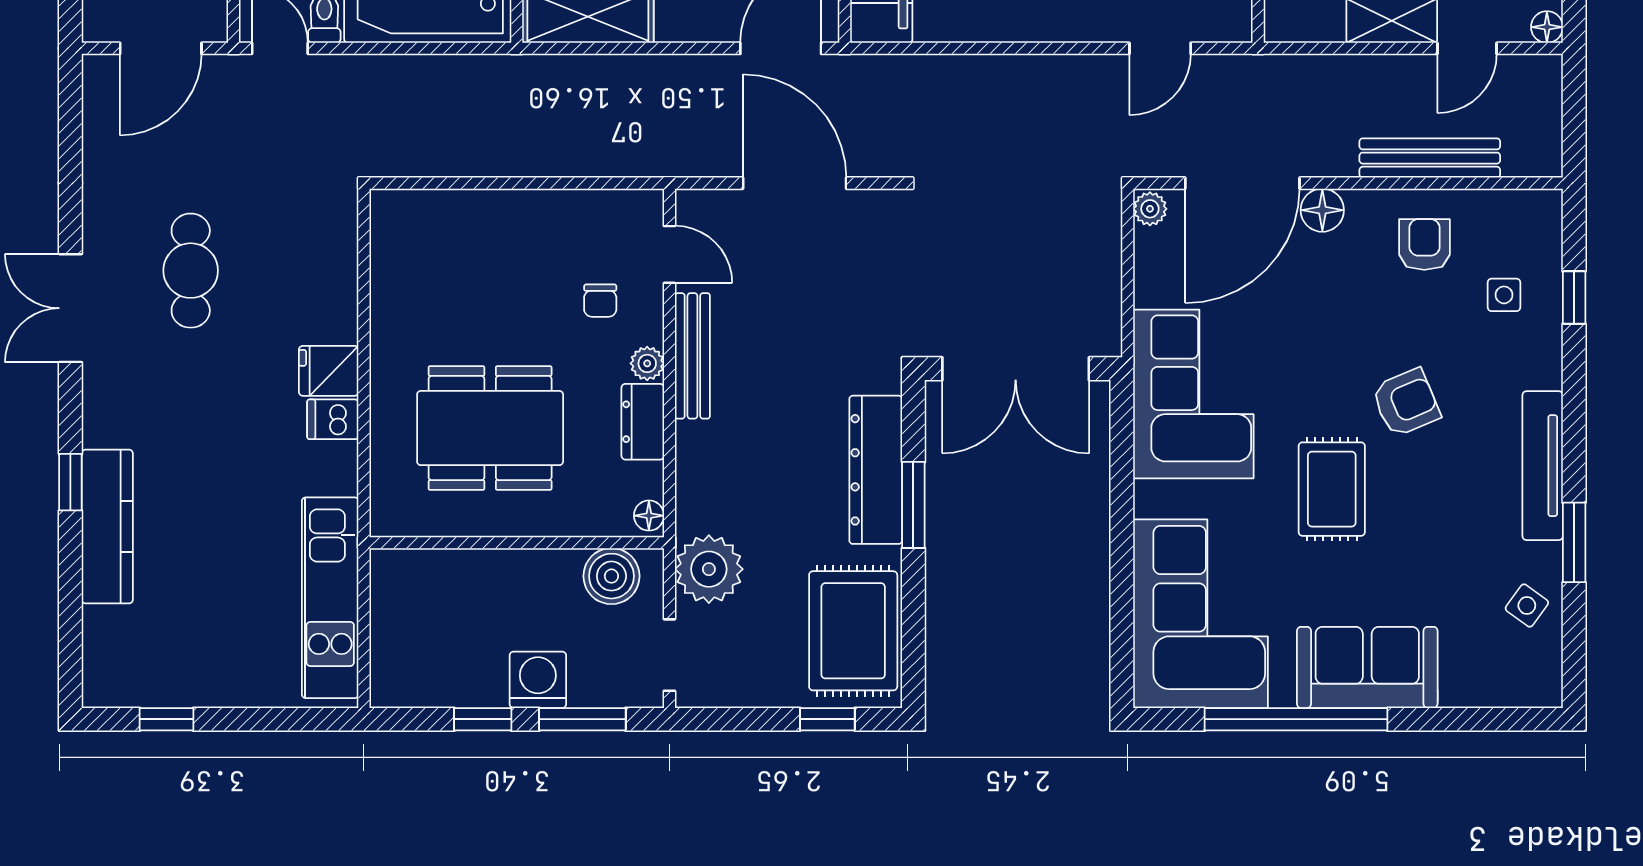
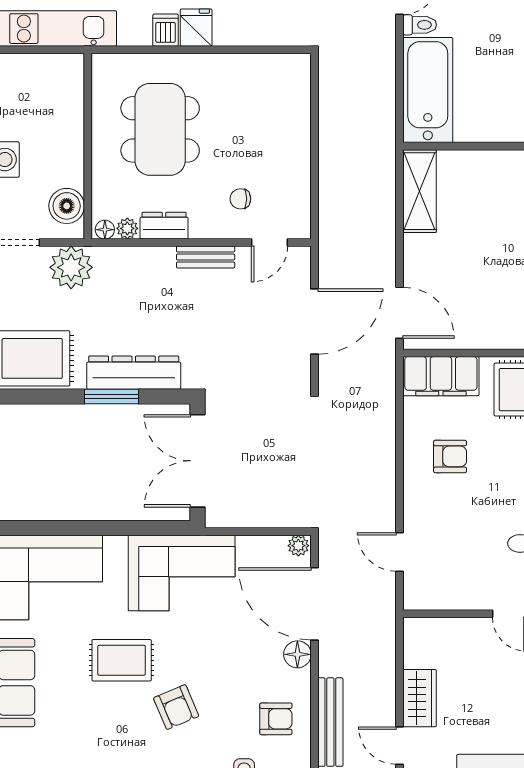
bench: (692, 356) -> (206, 257), width x0.73
plant: (647, 363) -> (127, 228), moved

